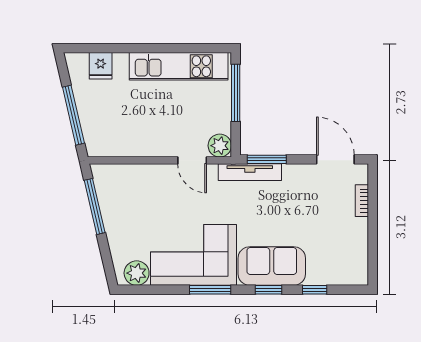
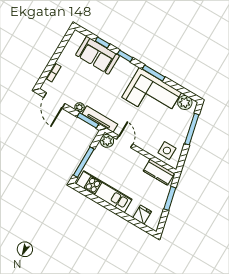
window: (73, 115) -> (170, 198), width x0.69
kitchen counter: (113, 145) -> (159, 172), added
plant: (291, 172) -> (80, 107), added
side table: (121, 185) -> (167, 150), added
window: (95, 206) -> (192, 129), moved
sofa: (272, 266) -> (98, 55), moved

